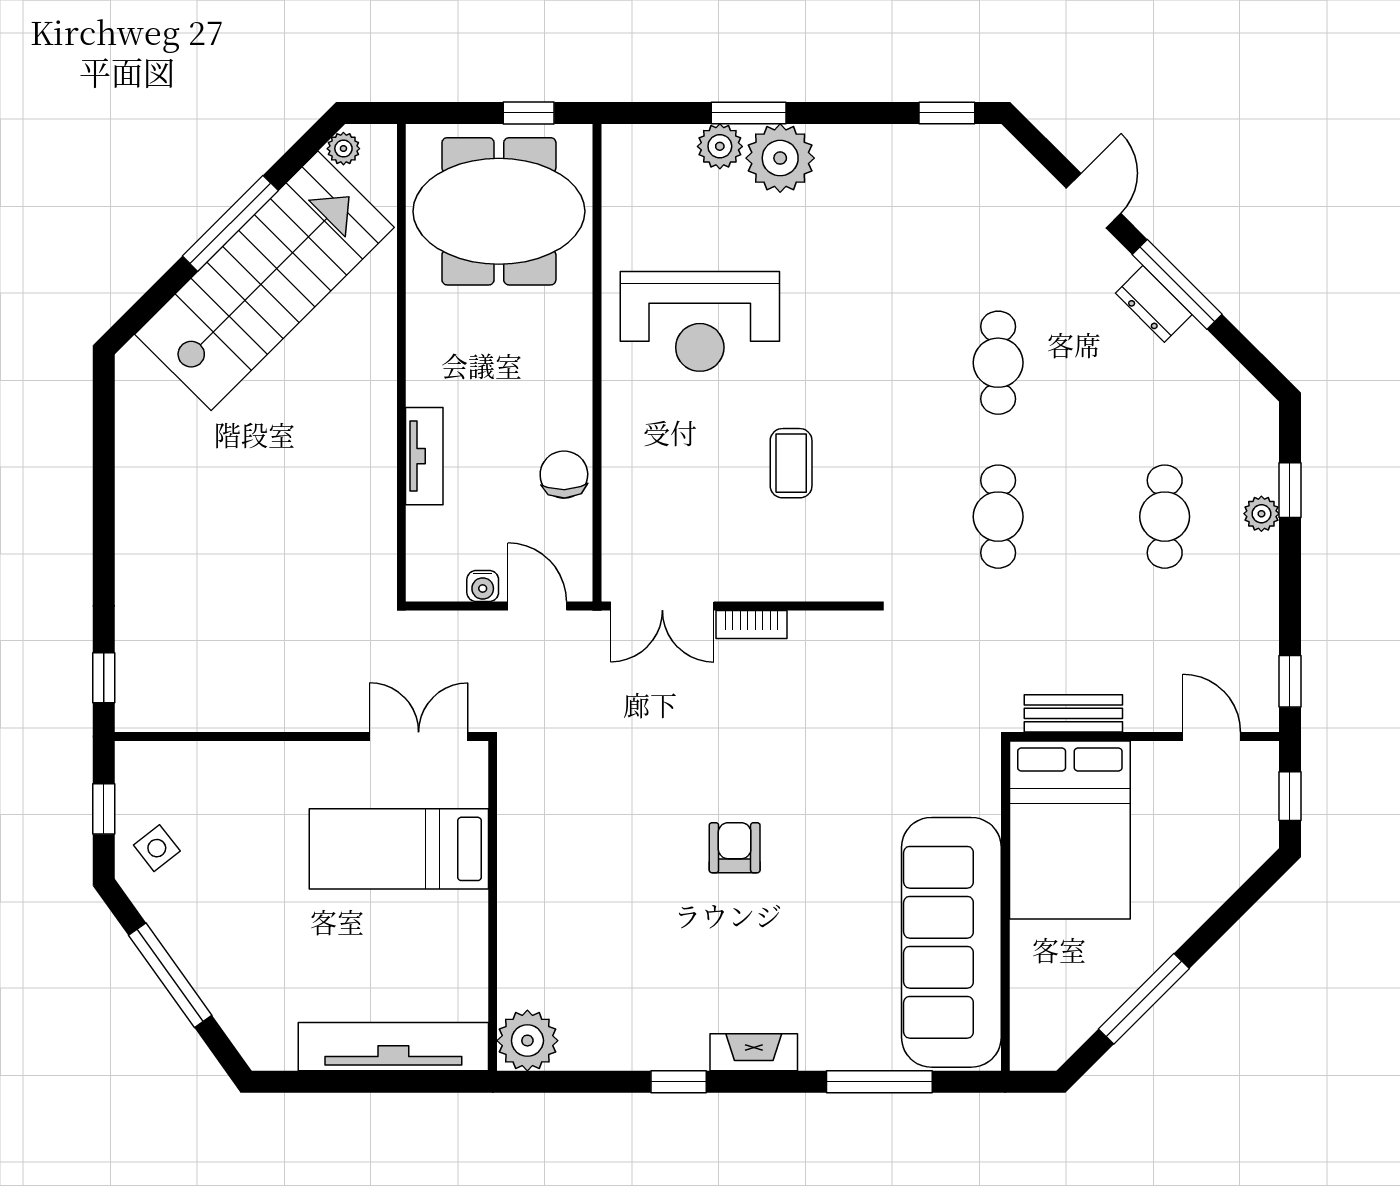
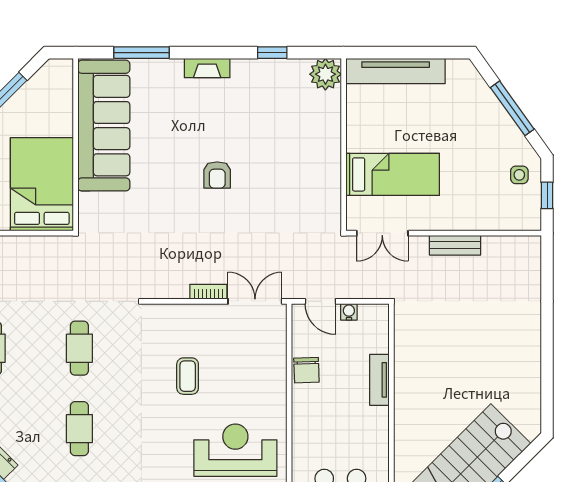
window: (104, 678) -> (547, 264), removed
bench: (1073, 713) -> (455, 245), moved
side table: (157, 848) -> (519, 175), turned 38
window: (679, 1082) -> (272, 53), moved

